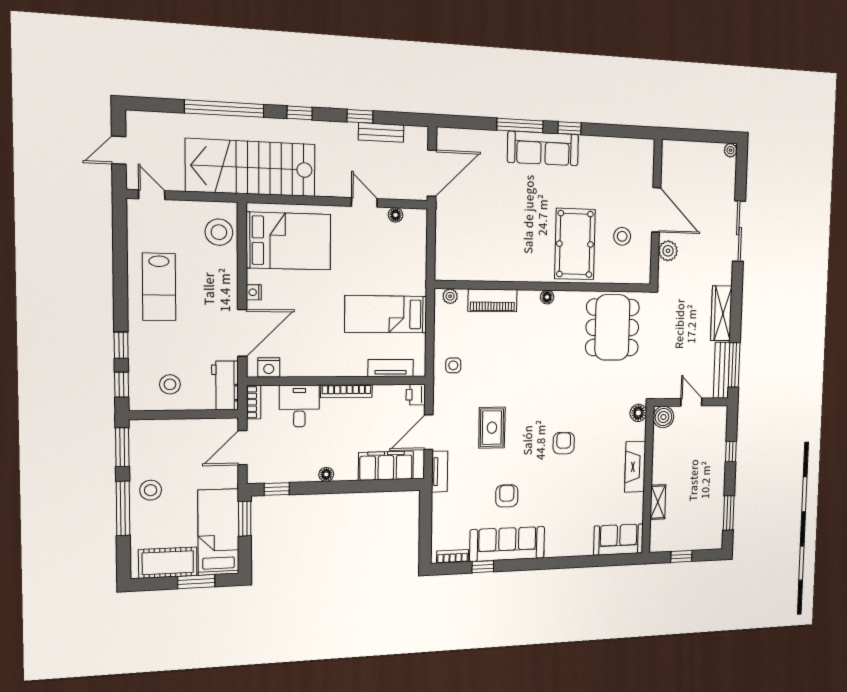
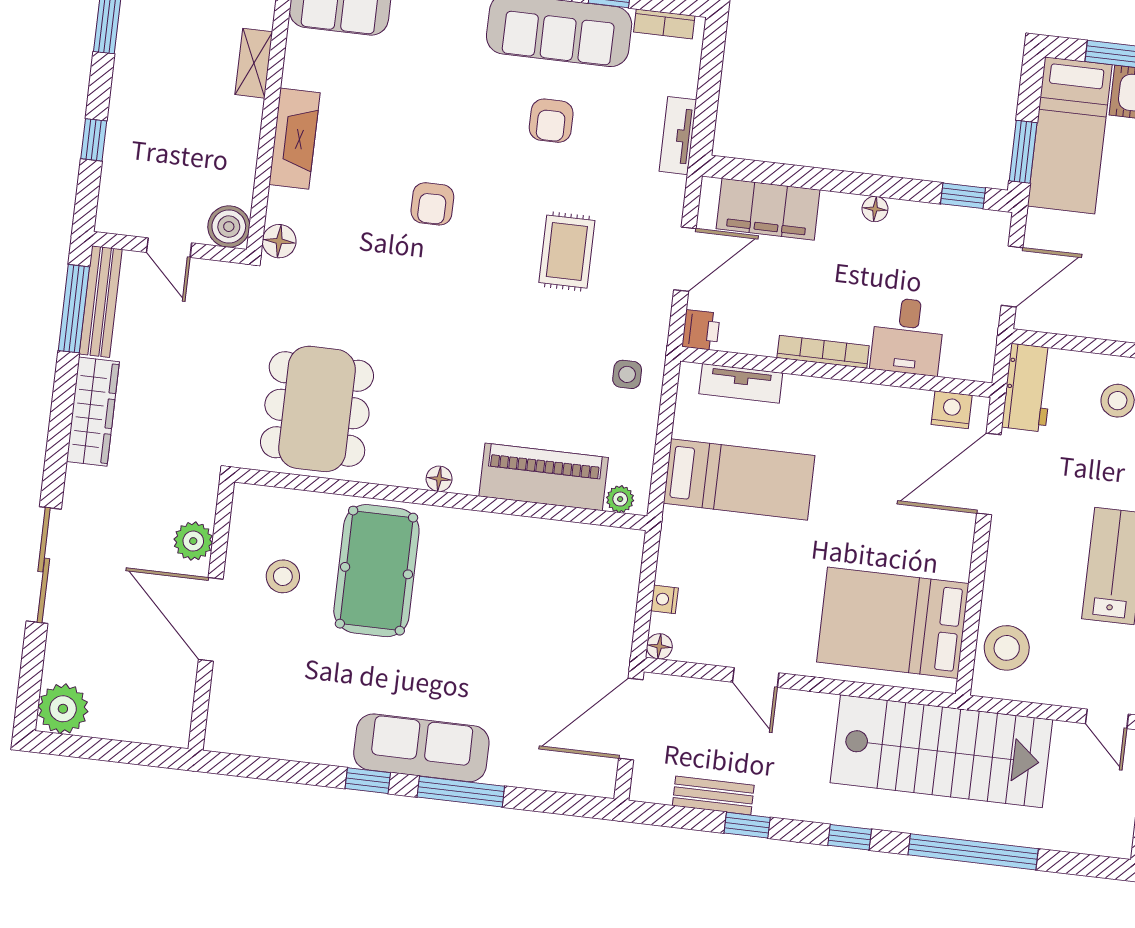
plant: (731, 150) -> (63, 709), width x1.88, depth x1.88
floor lamp: (395, 215) -> (659, 646), moved
nightstand: (254, 292) -> (664, 599), moved, turned 180
piano: (492, 300) -> (544, 477), width x1.37, depth x1.33
bookcase: (254, 402) -> (984, 353), removed
tv unit: (440, 472) -> (678, 136), moved

